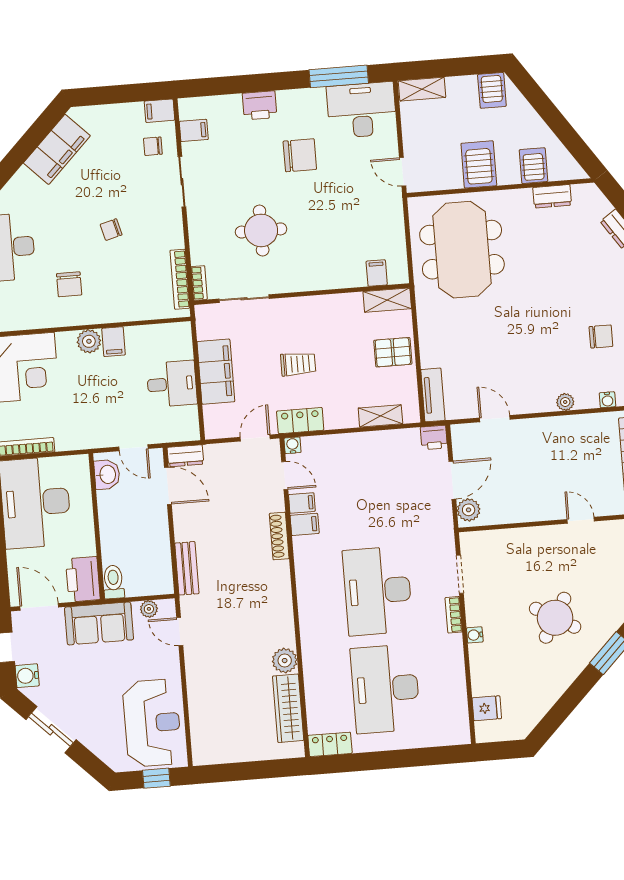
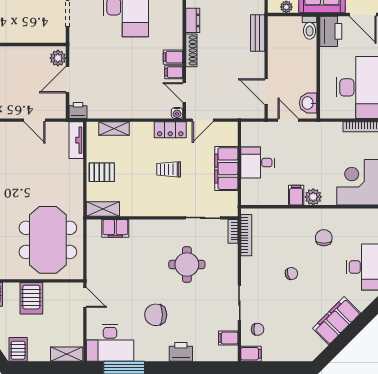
filing cabinet: (57, 149) -> (337, 321), moved
filing cabinet: (377, 273) -> (115, 228), width x2.00
dresser: (185, 456) -> (193, 20), moved, turned 90

